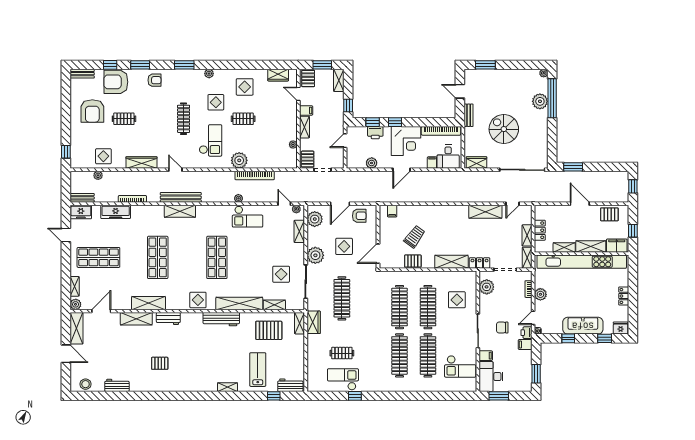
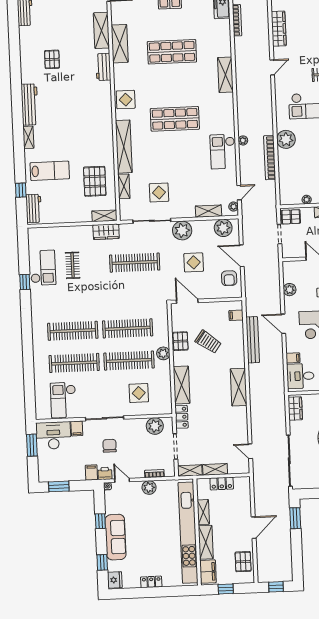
bench: (181, 197) -> (253, 340), moved
shelving: (485, 212) -> (239, 387), moved
plant: (423, 277) -> (163, 353), added
workbench: (221, 319) -> (30, 105), moved, turned 180

